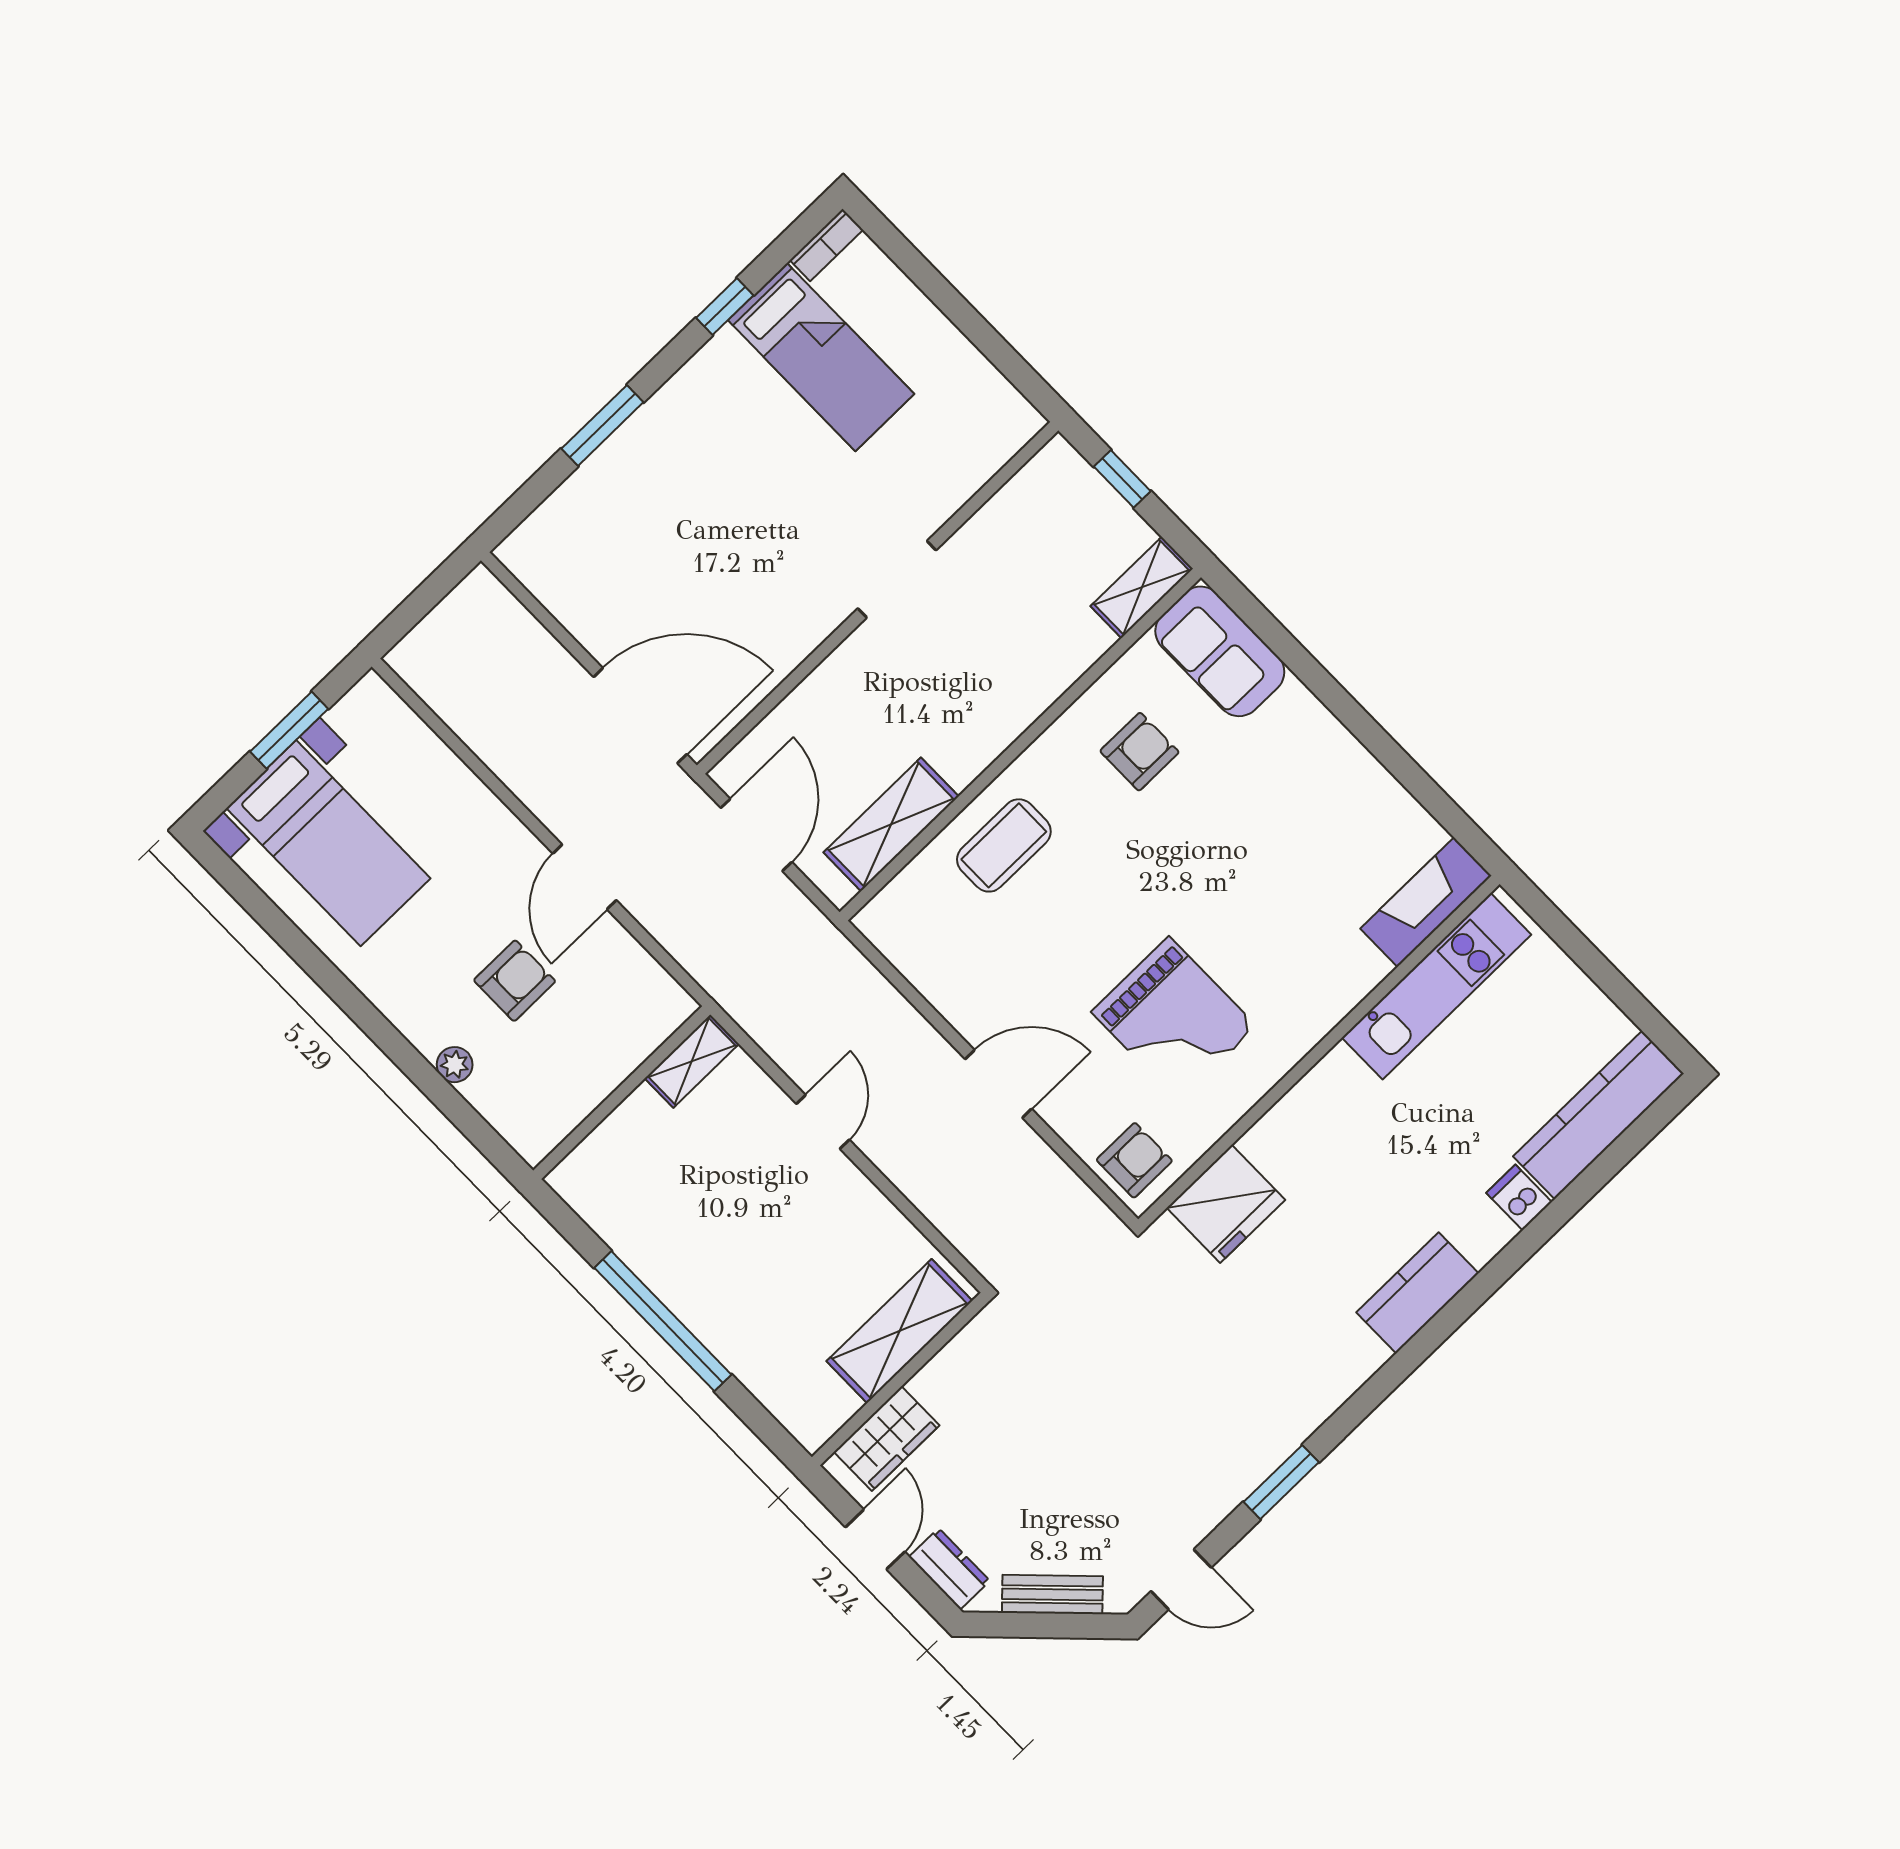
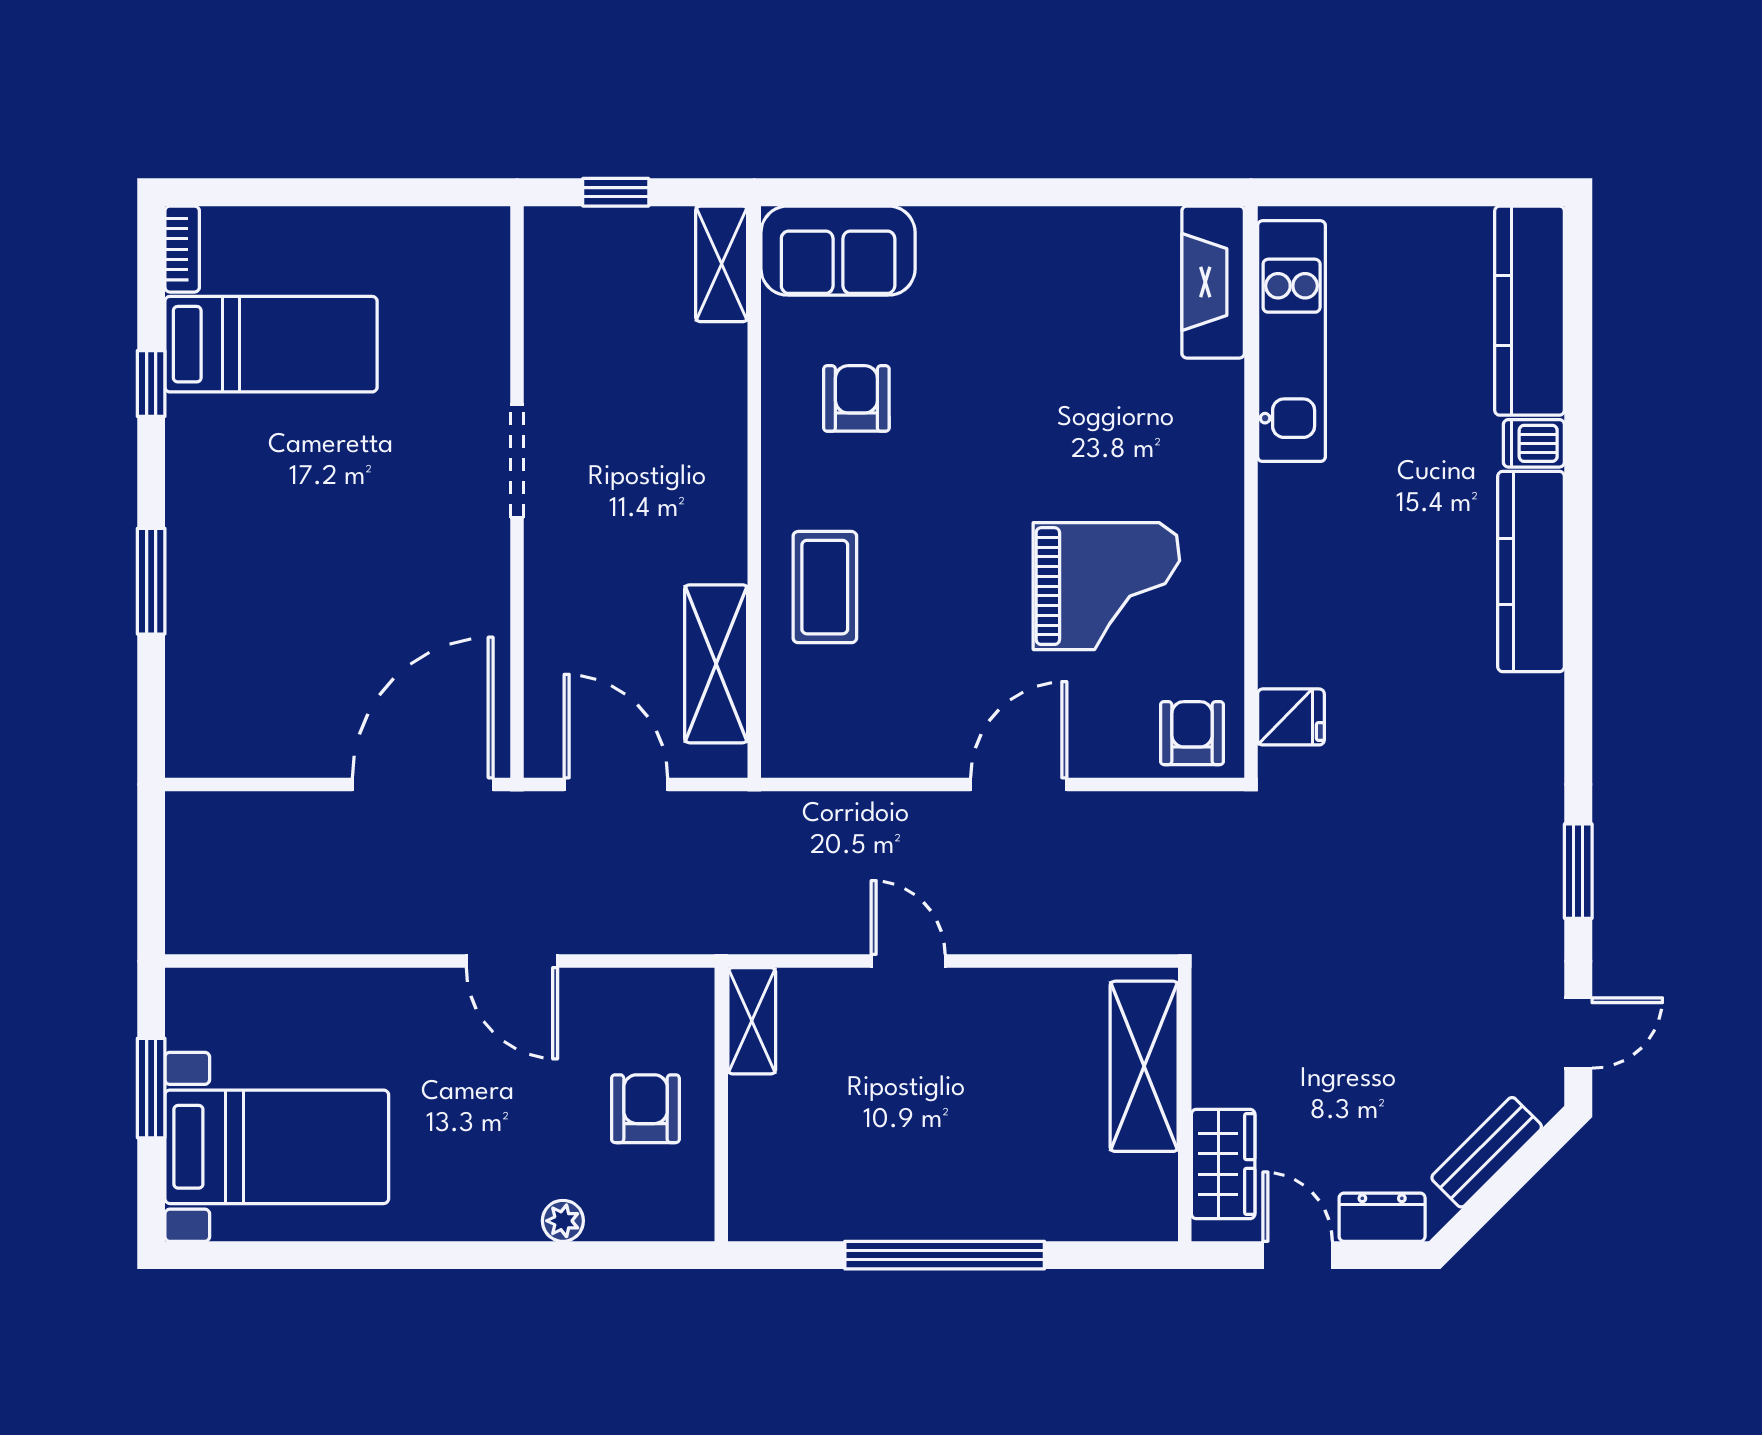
armchair: (515, 981) -> (645, 1109), moved
fridge: (1226, 1204) -> (1291, 717), width x0.53, depth x0.75
kitchen counter: (1417, 1293) -> (1531, 572), width x1.50

